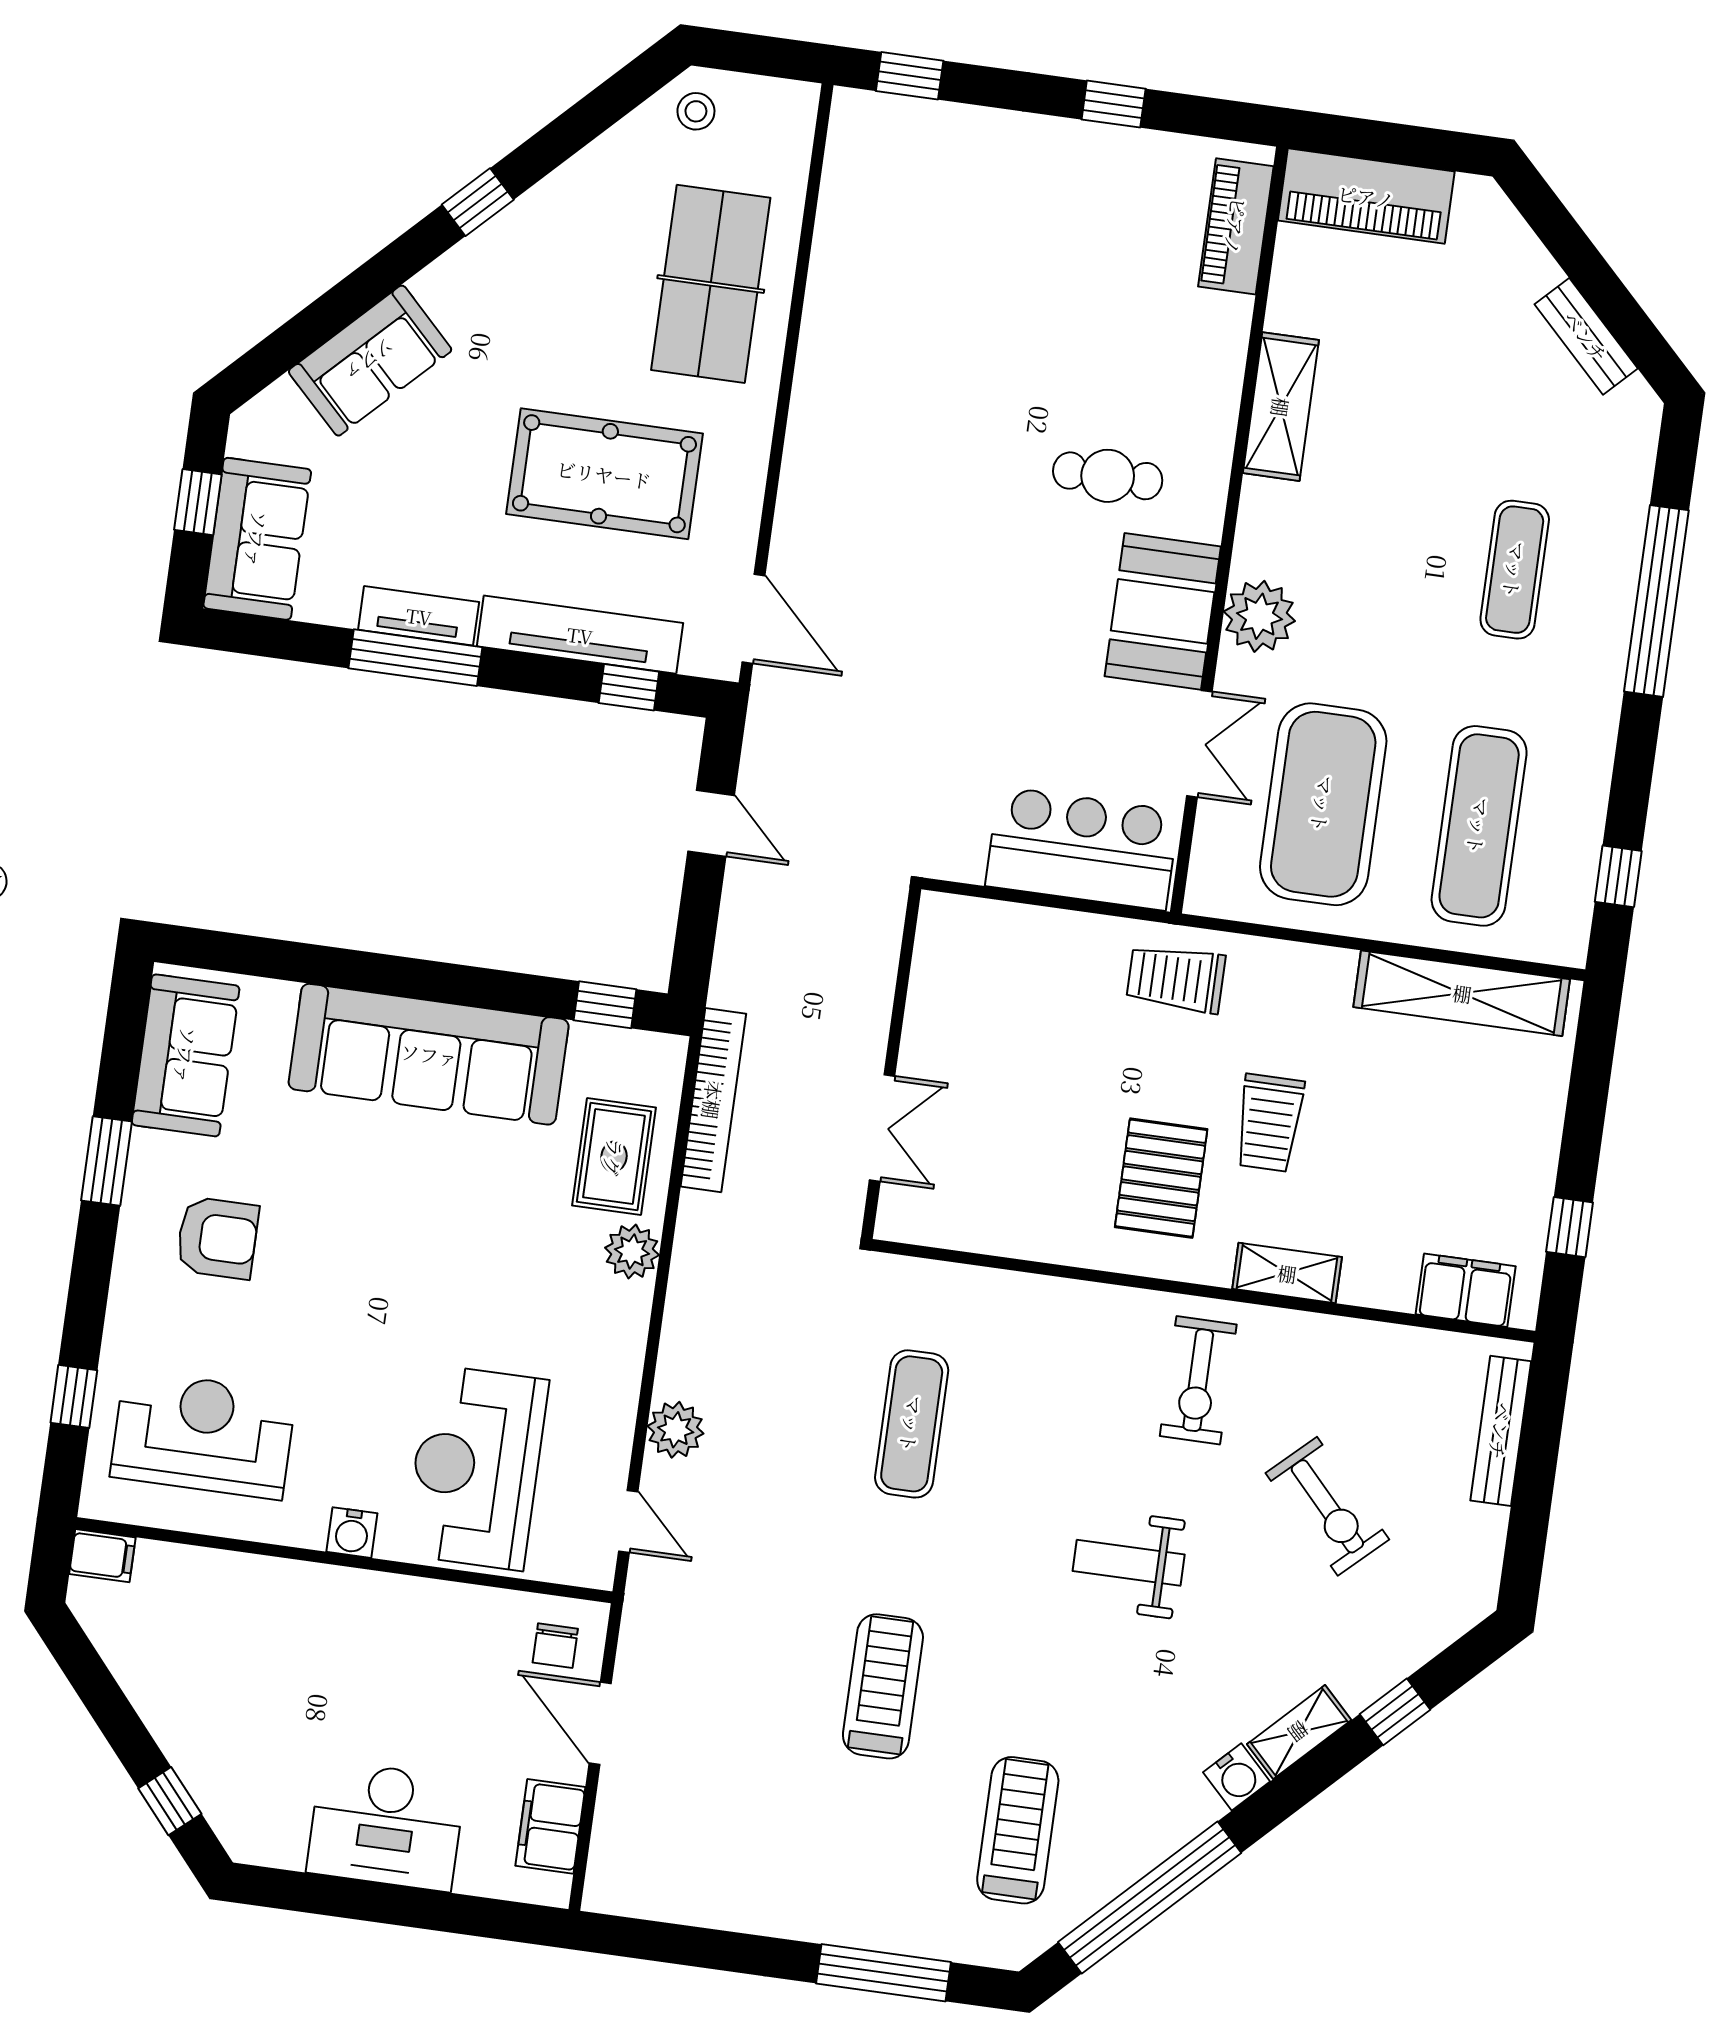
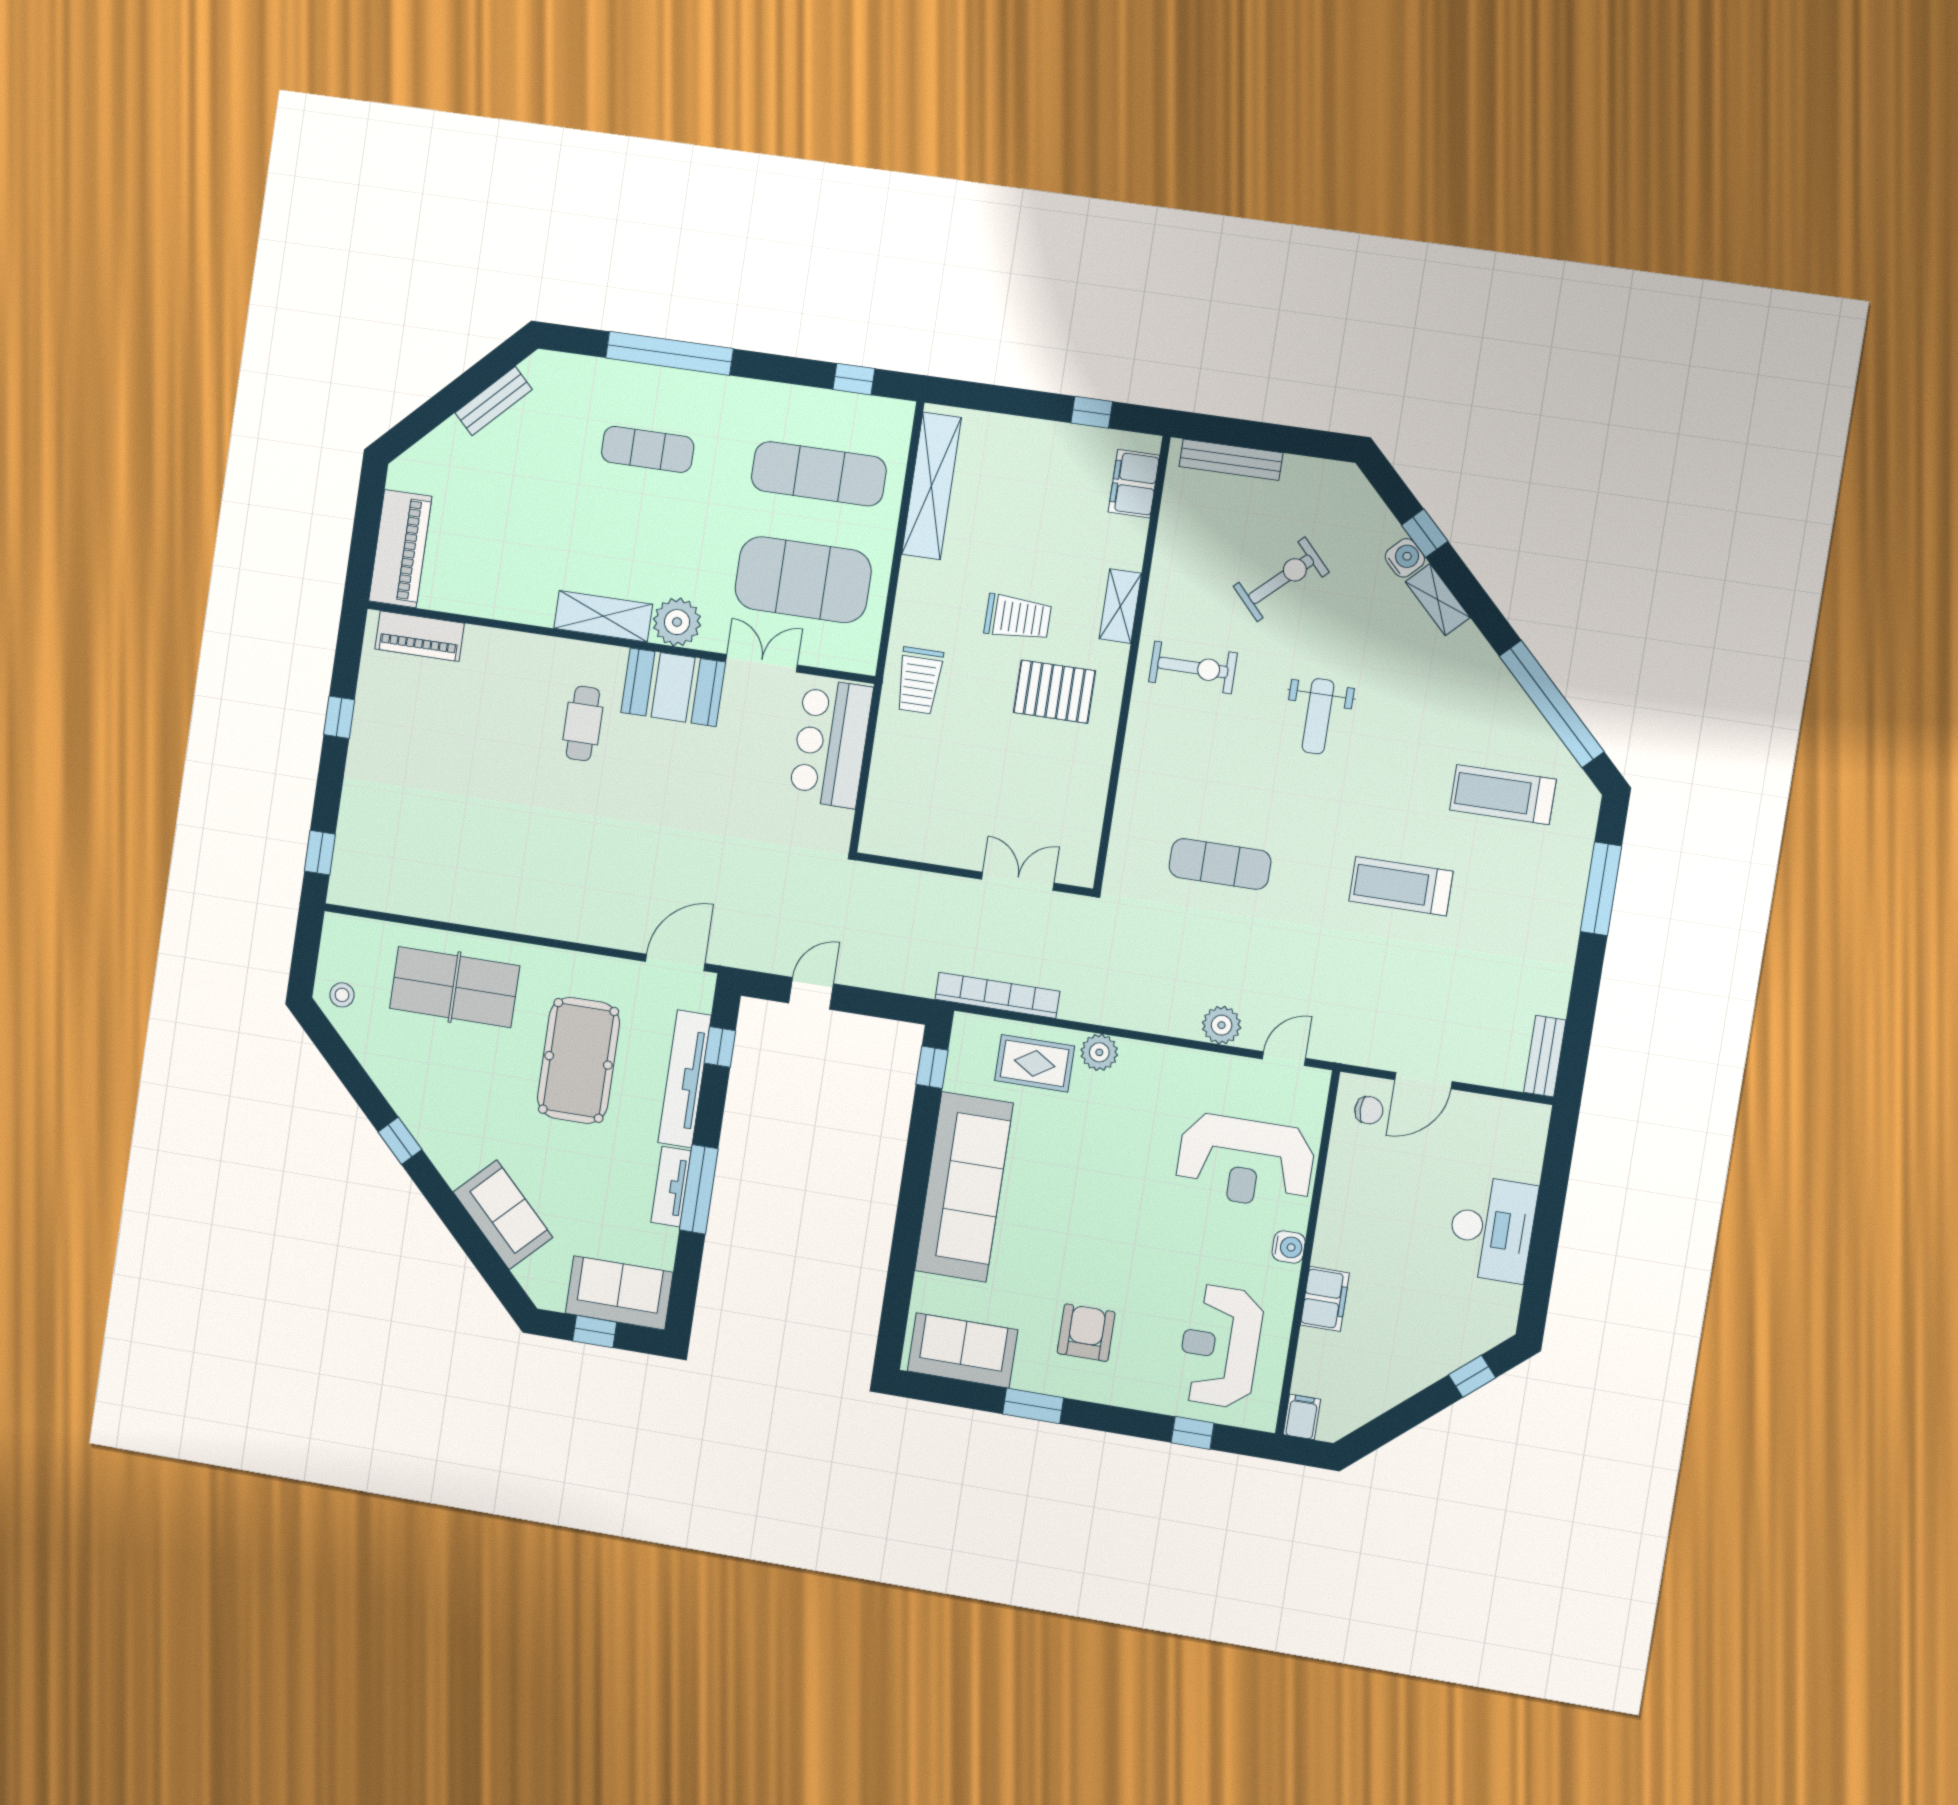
shelving: (1281, 407) -> (603, 616), moved
water cooler: (1237, 1777) -> (1405, 558), moved
filing cabinet: (550, 1826) -> (1325, 1299), moved, turned -90
bench: (639, 1897) -> (1545, 1056), added

